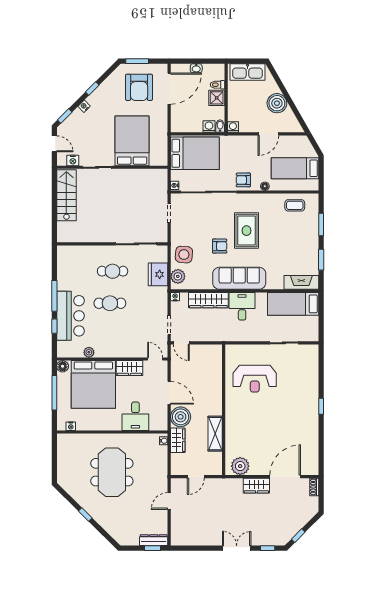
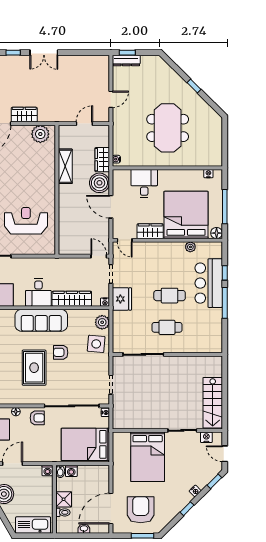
fridge: (158, 274) -> (122, 299), moved

